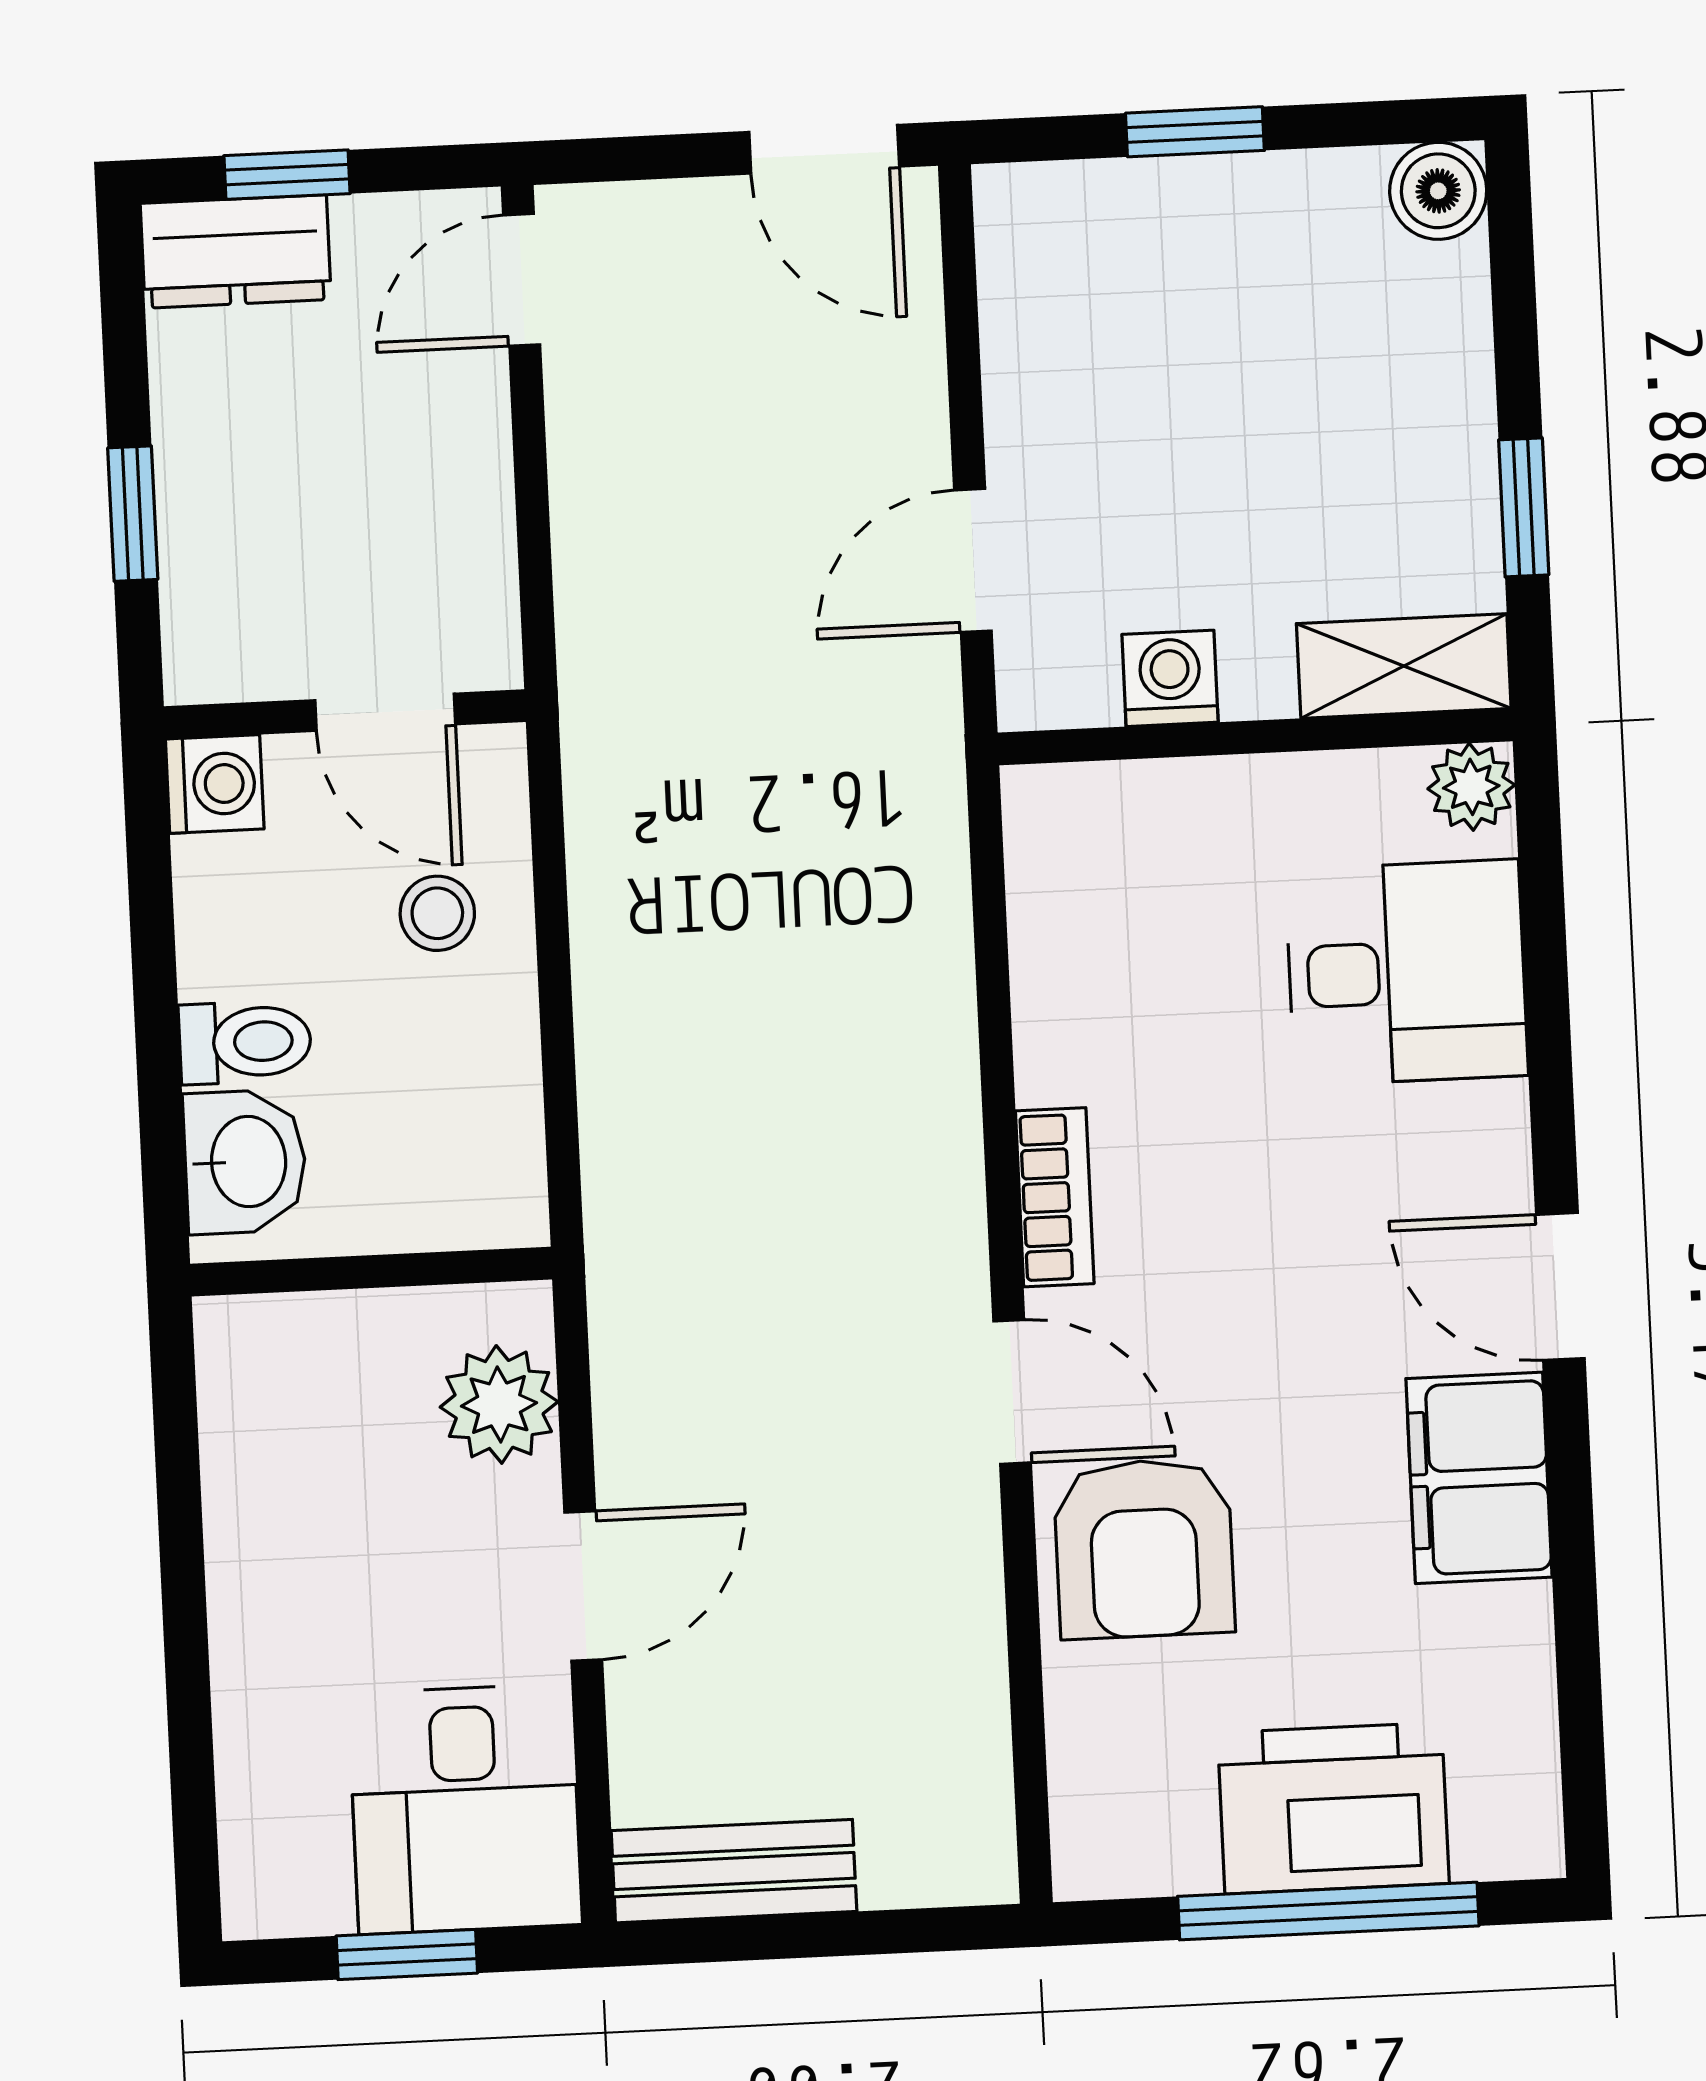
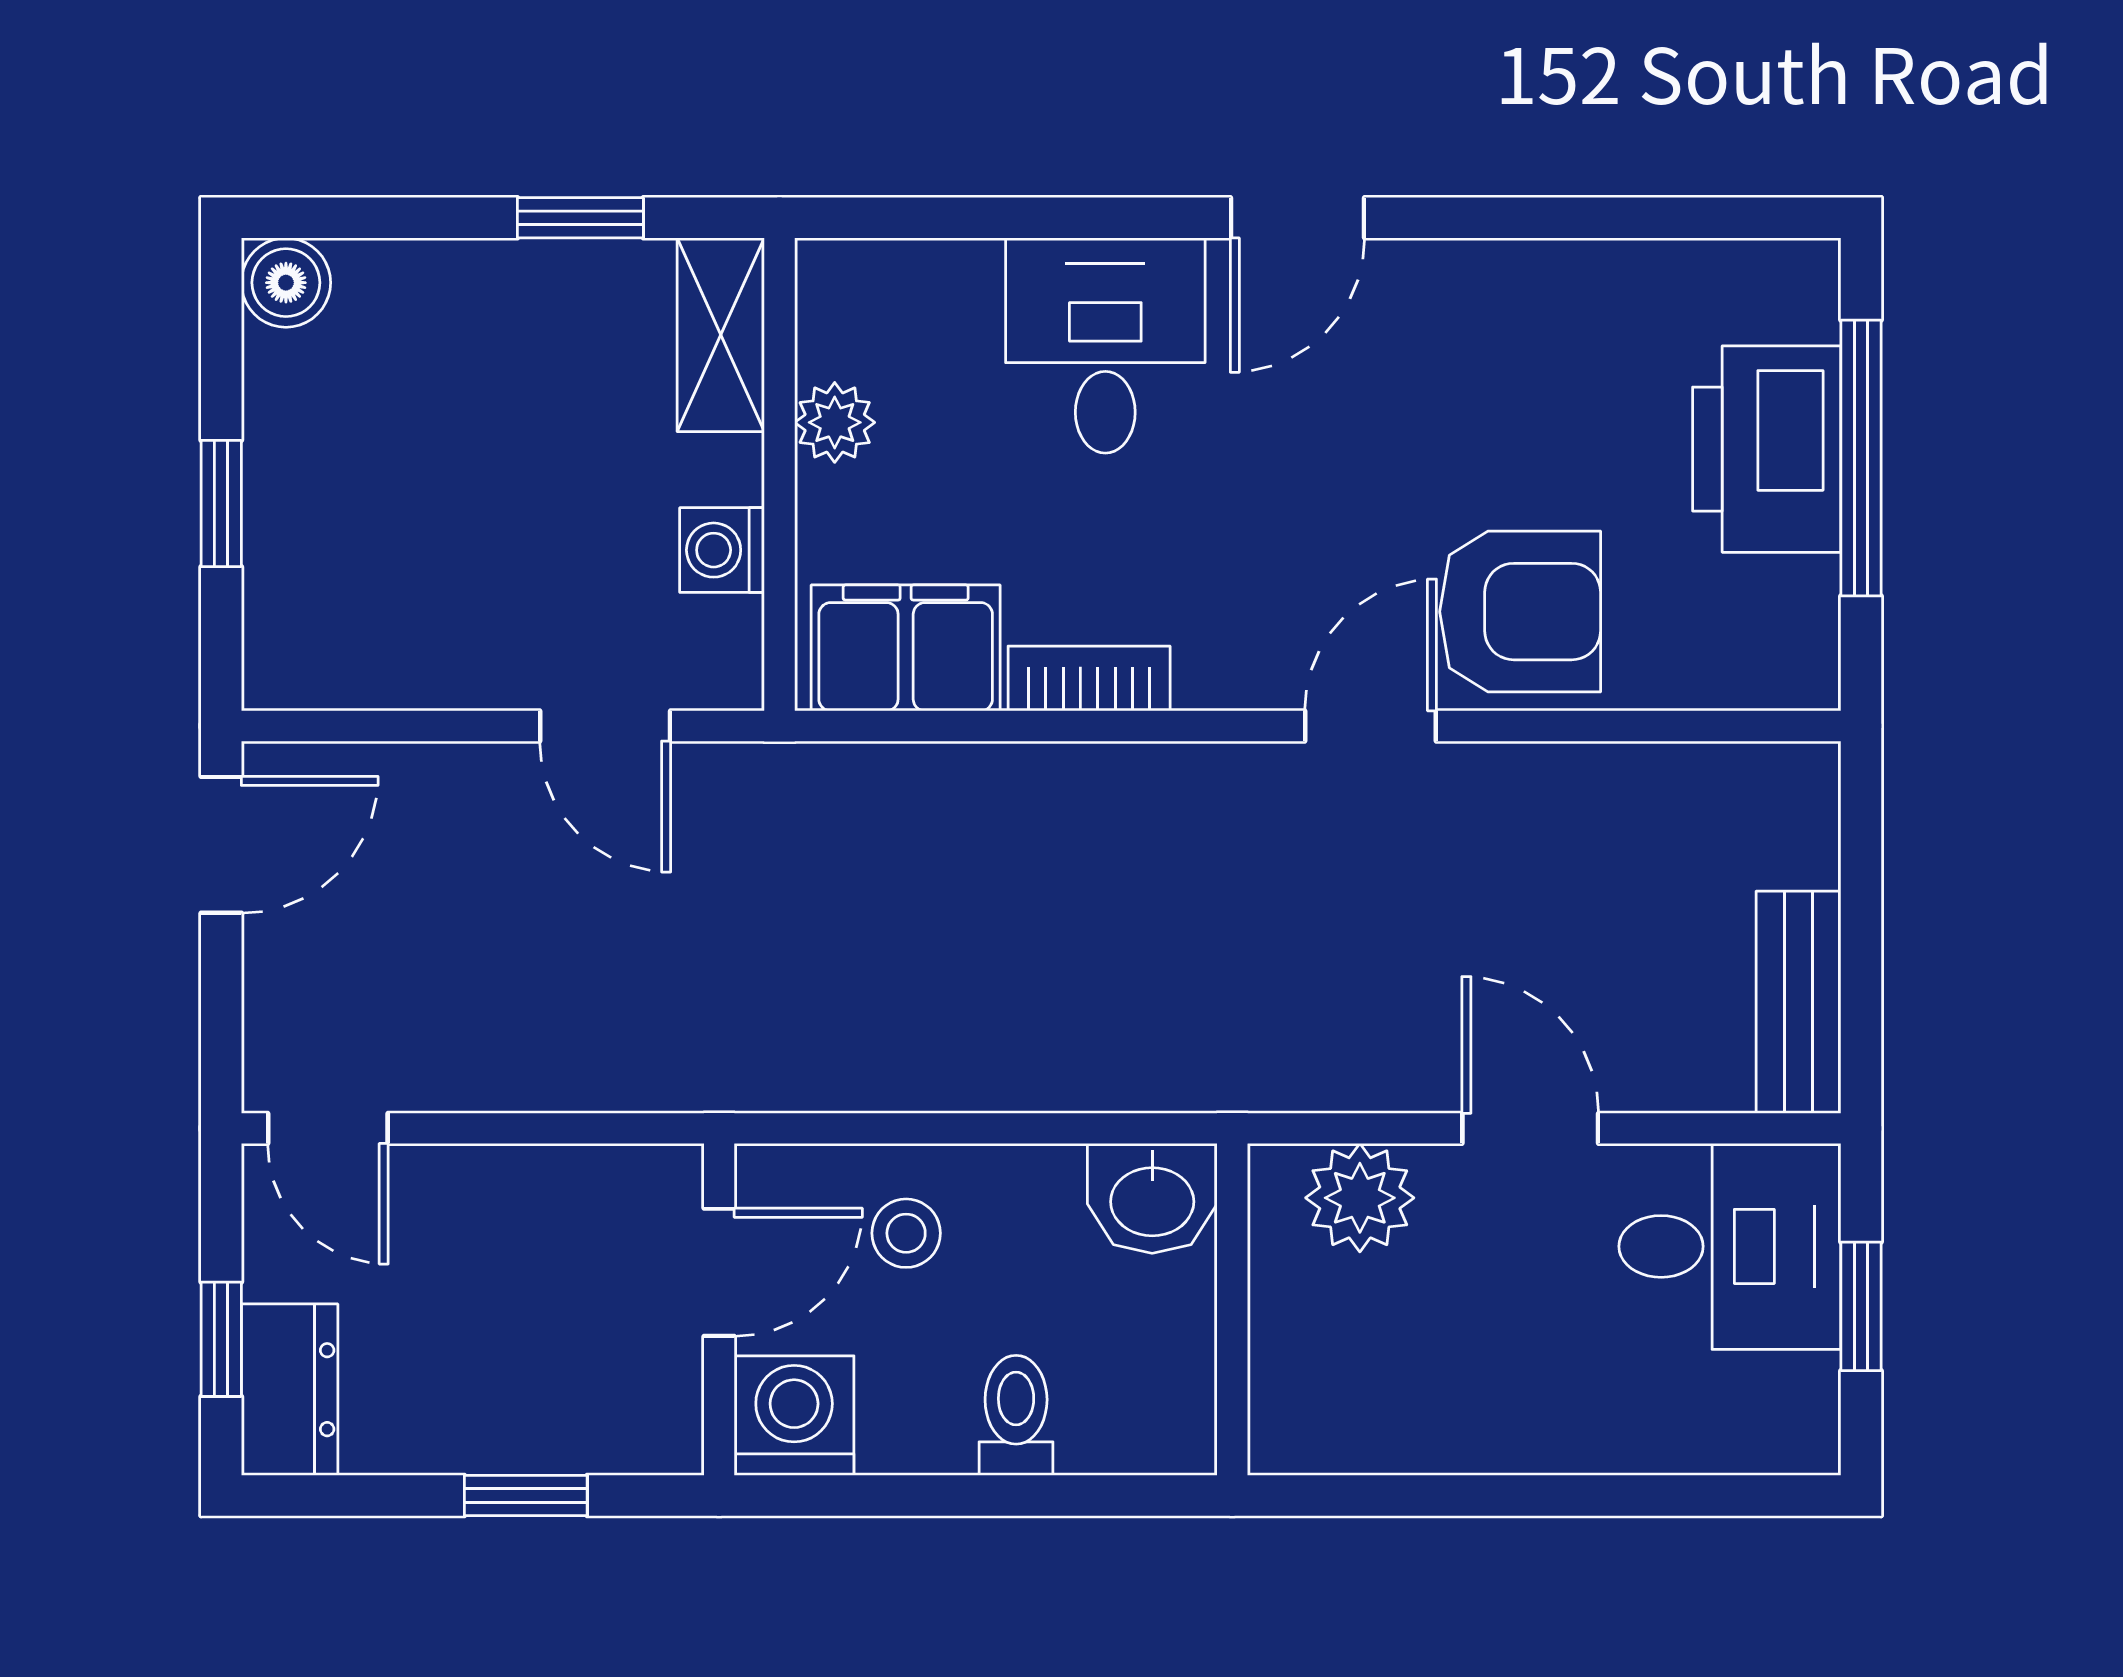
washing machine: (215, 784) -> (794, 1416), width x1.38, depth x1.38
plant: (1471, 787) -> (835, 422), moved
desk: (1407, 972) -> (1105, 346), moved
washbasin: (245, 1162) -> (1152, 1198), moved, turned 180
bookcase: (1055, 1197) -> (1089, 678), moved
filing cabinet: (1479, 1478) -> (906, 648), moved, turned 180

